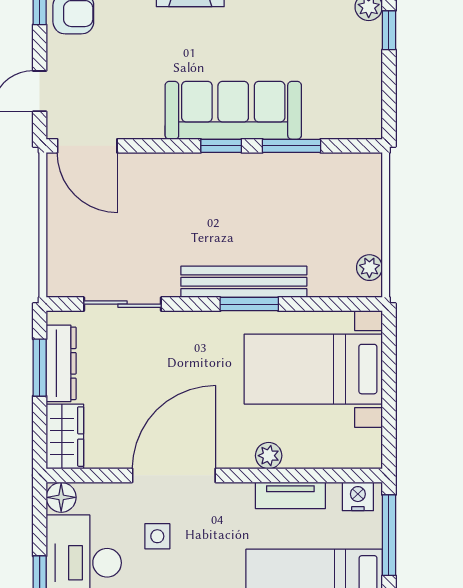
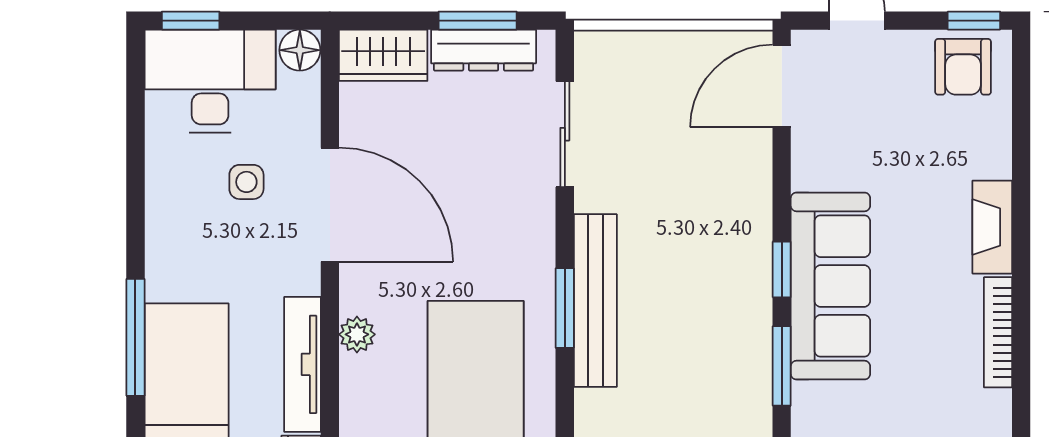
tv unit: (290, 495) -> (302, 364), width x1.41

